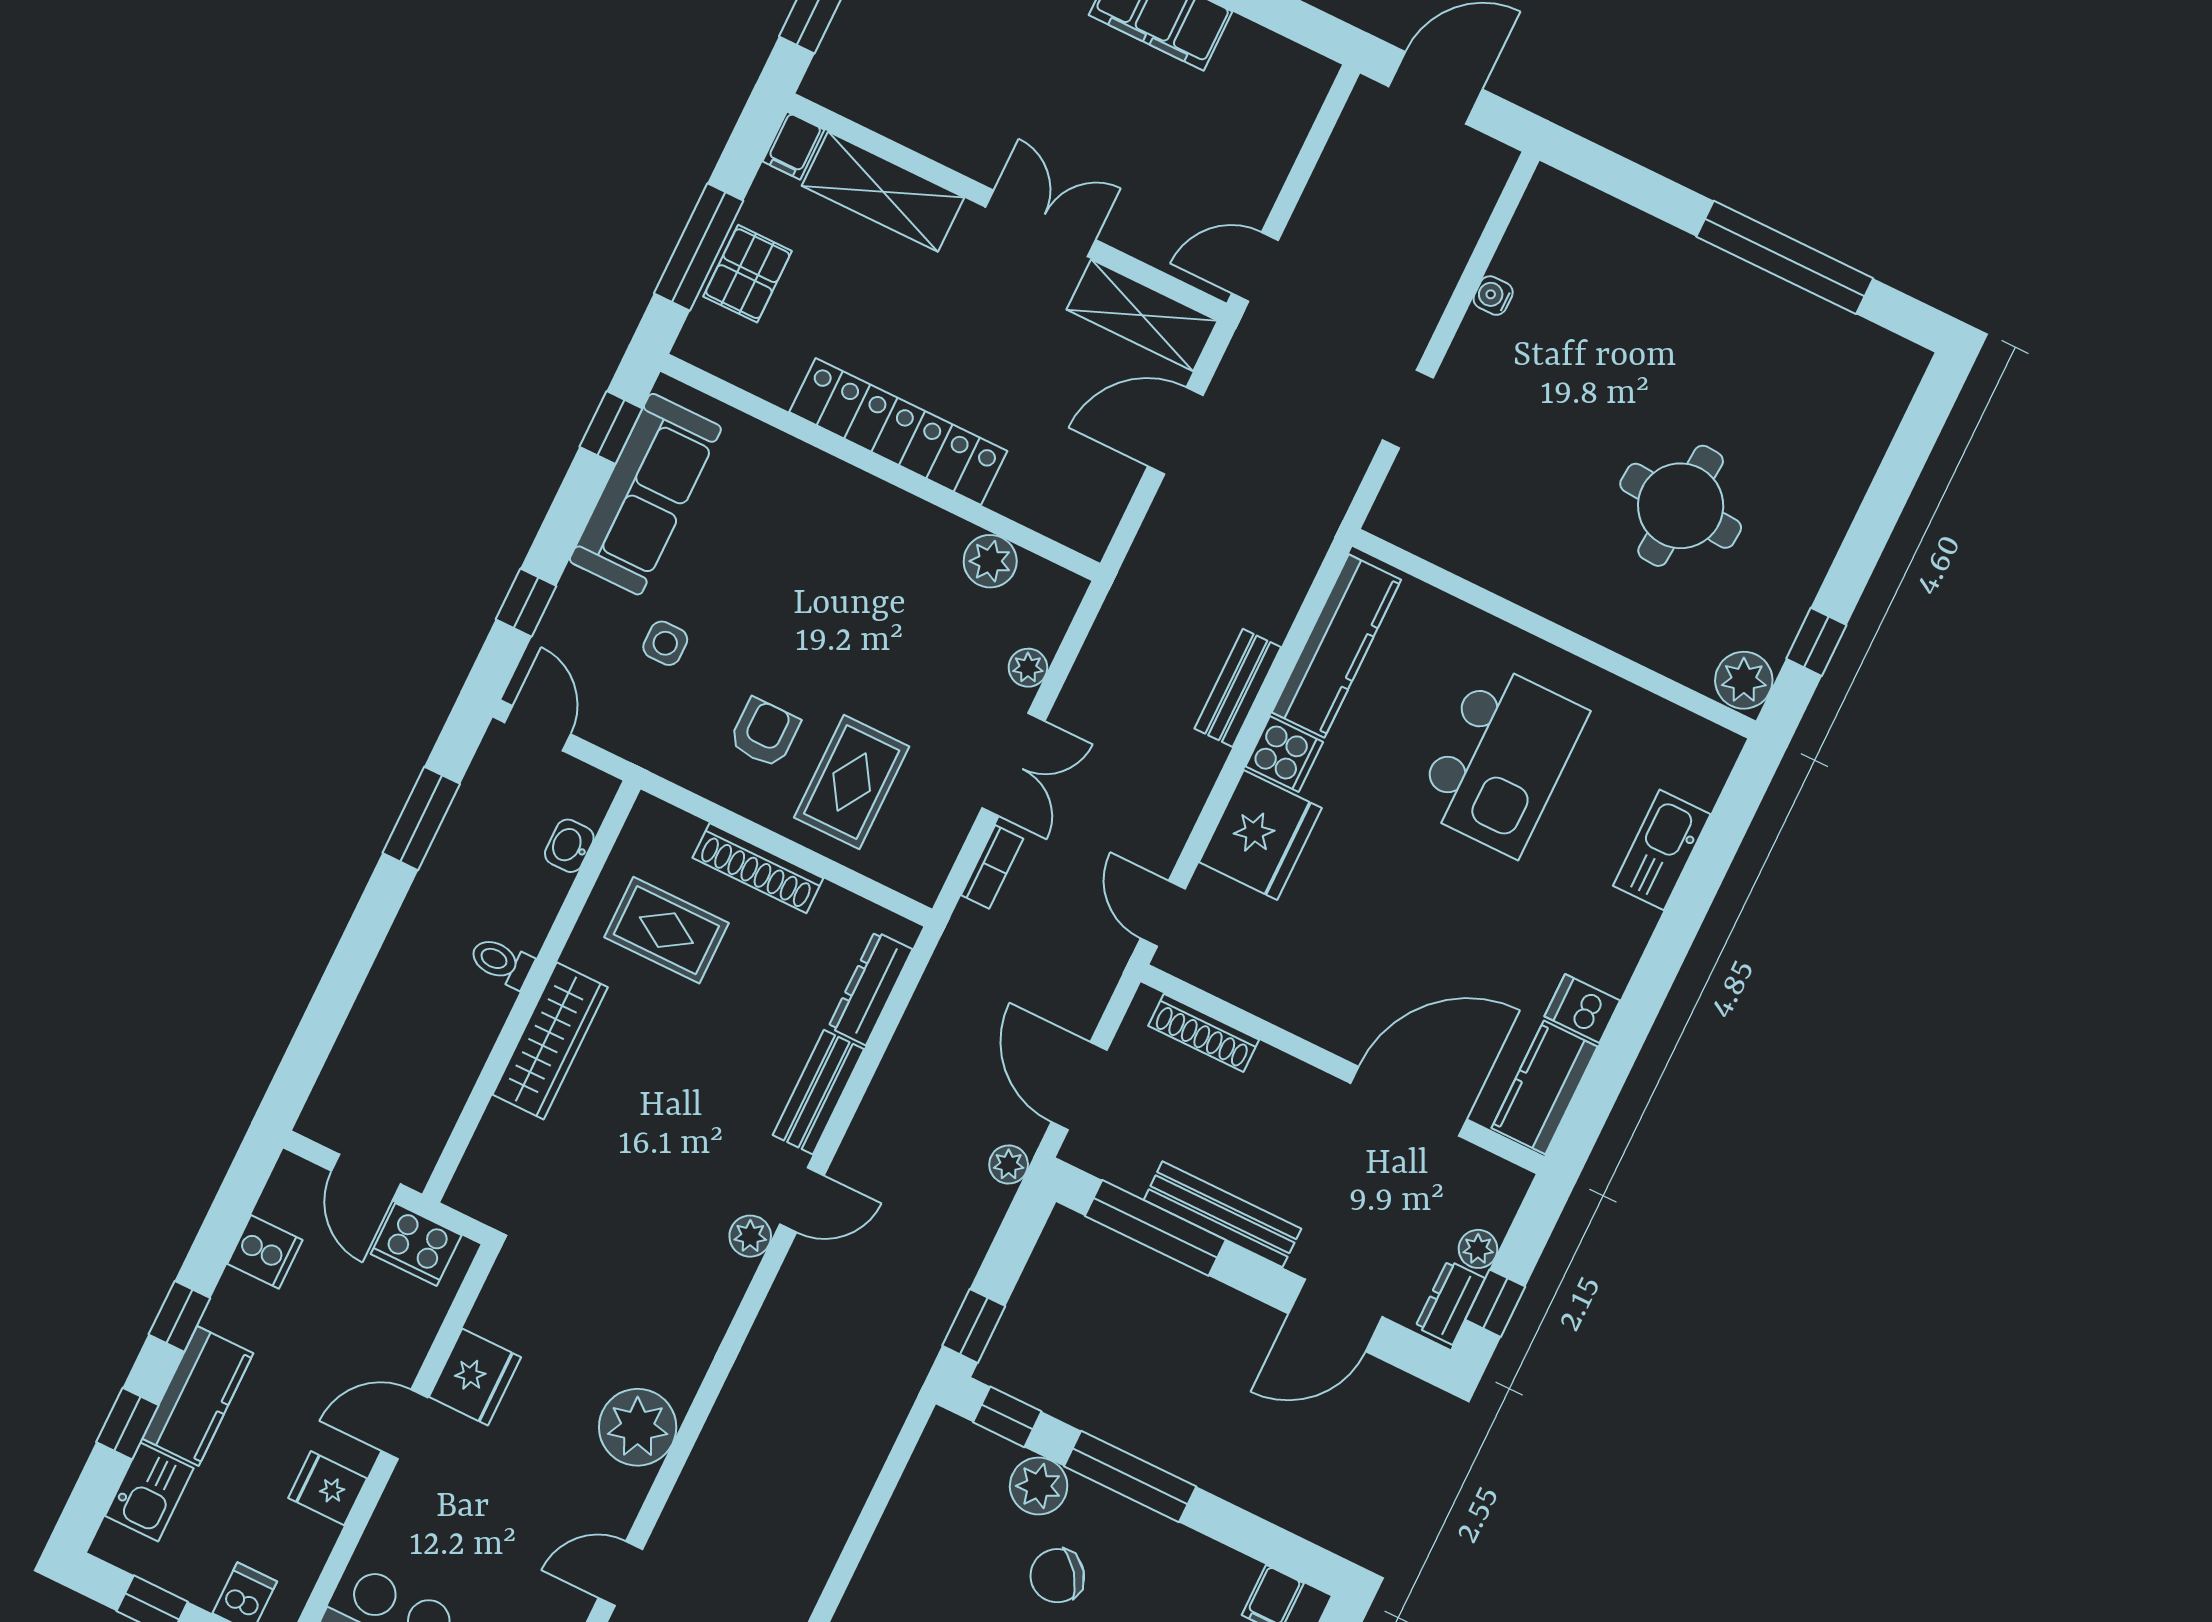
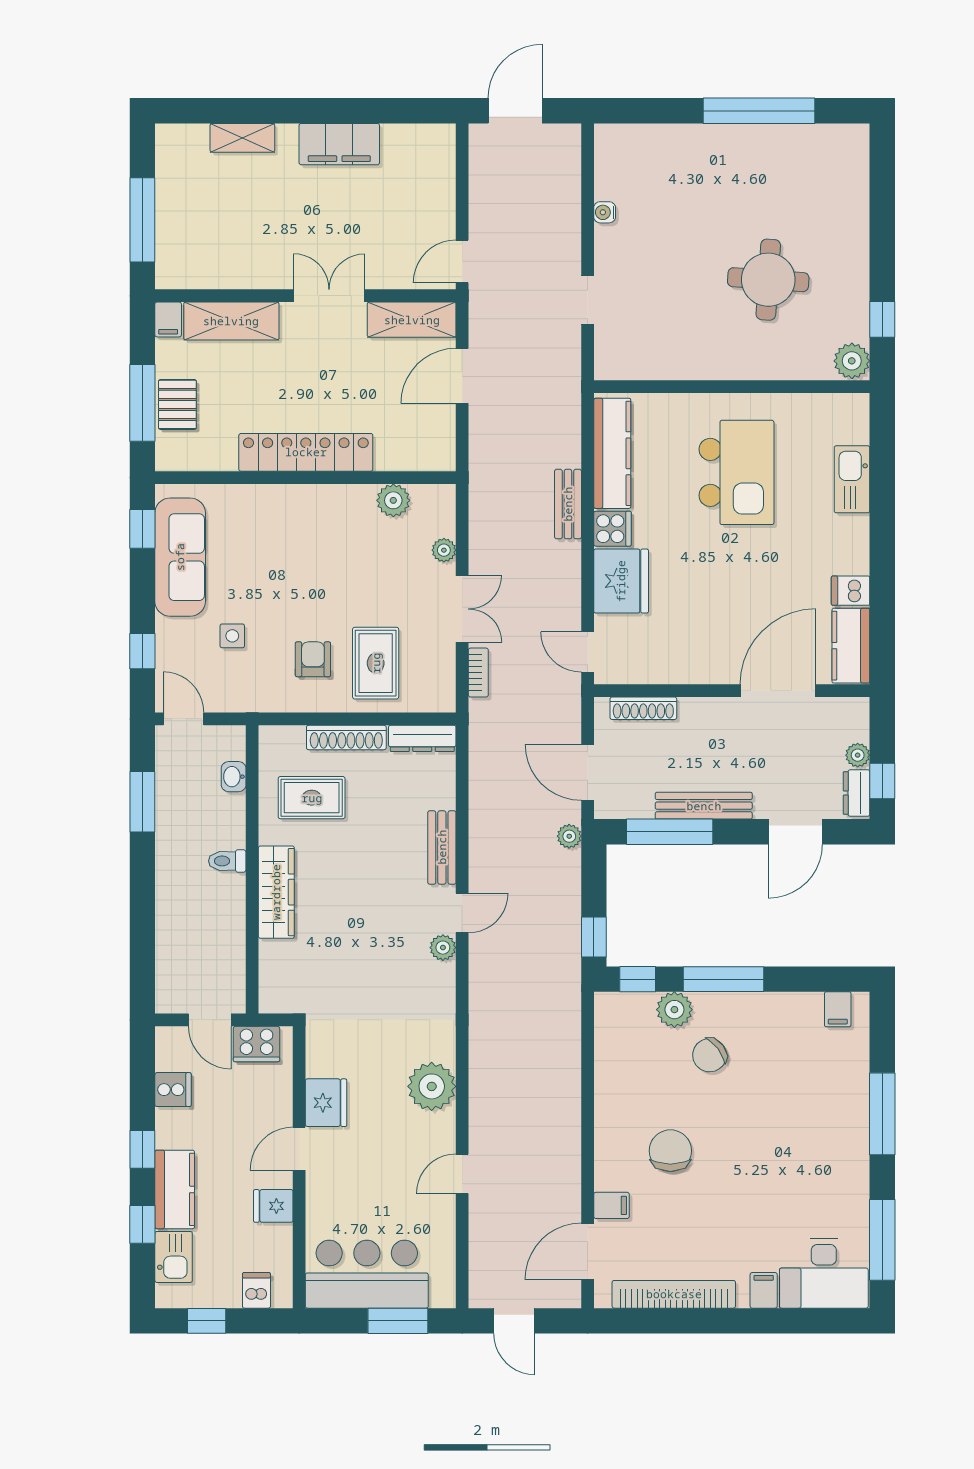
dresser: (870, 988) -> (422, 738), moved, turned -90

